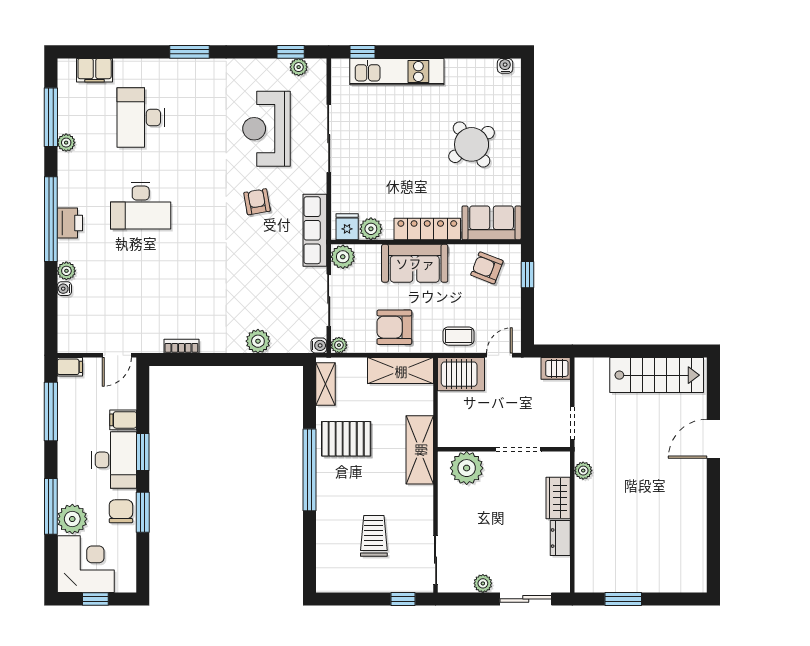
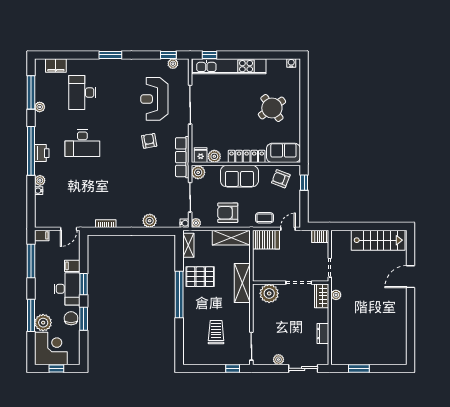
kitchen unit: (397, 72) -> (229, 66), width x1.36
wardrobe: (558, 498) -> (322, 296), moved

